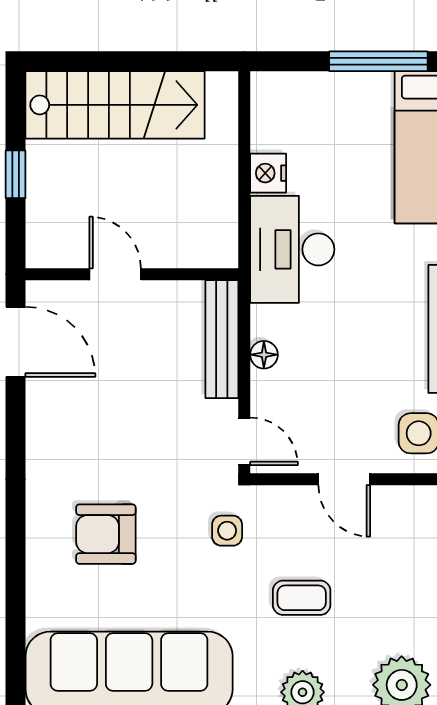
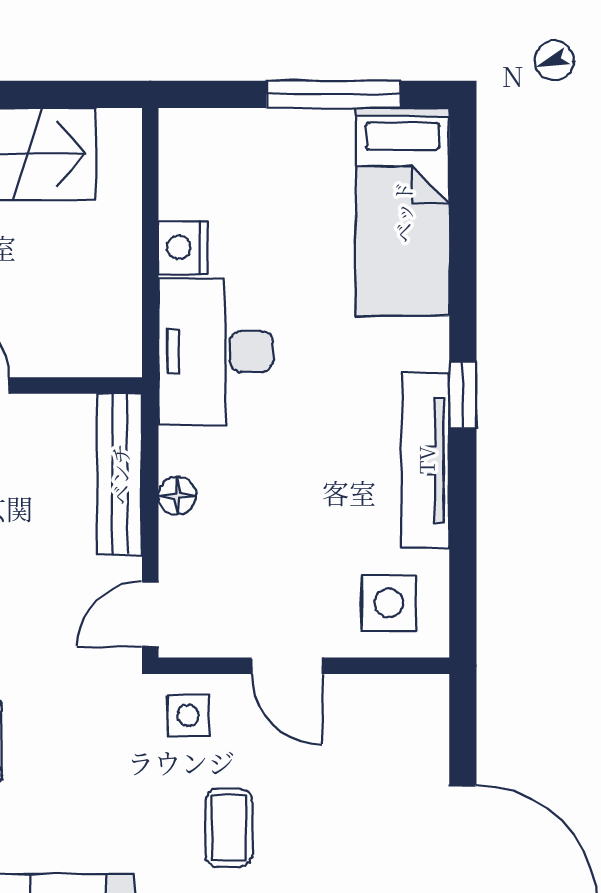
door: (244, 441) -> (150, 614), swing flipped
side table: (227, 531) -> (188, 715), moved
coffee table: (302, 598) -> (229, 828), turned 90

